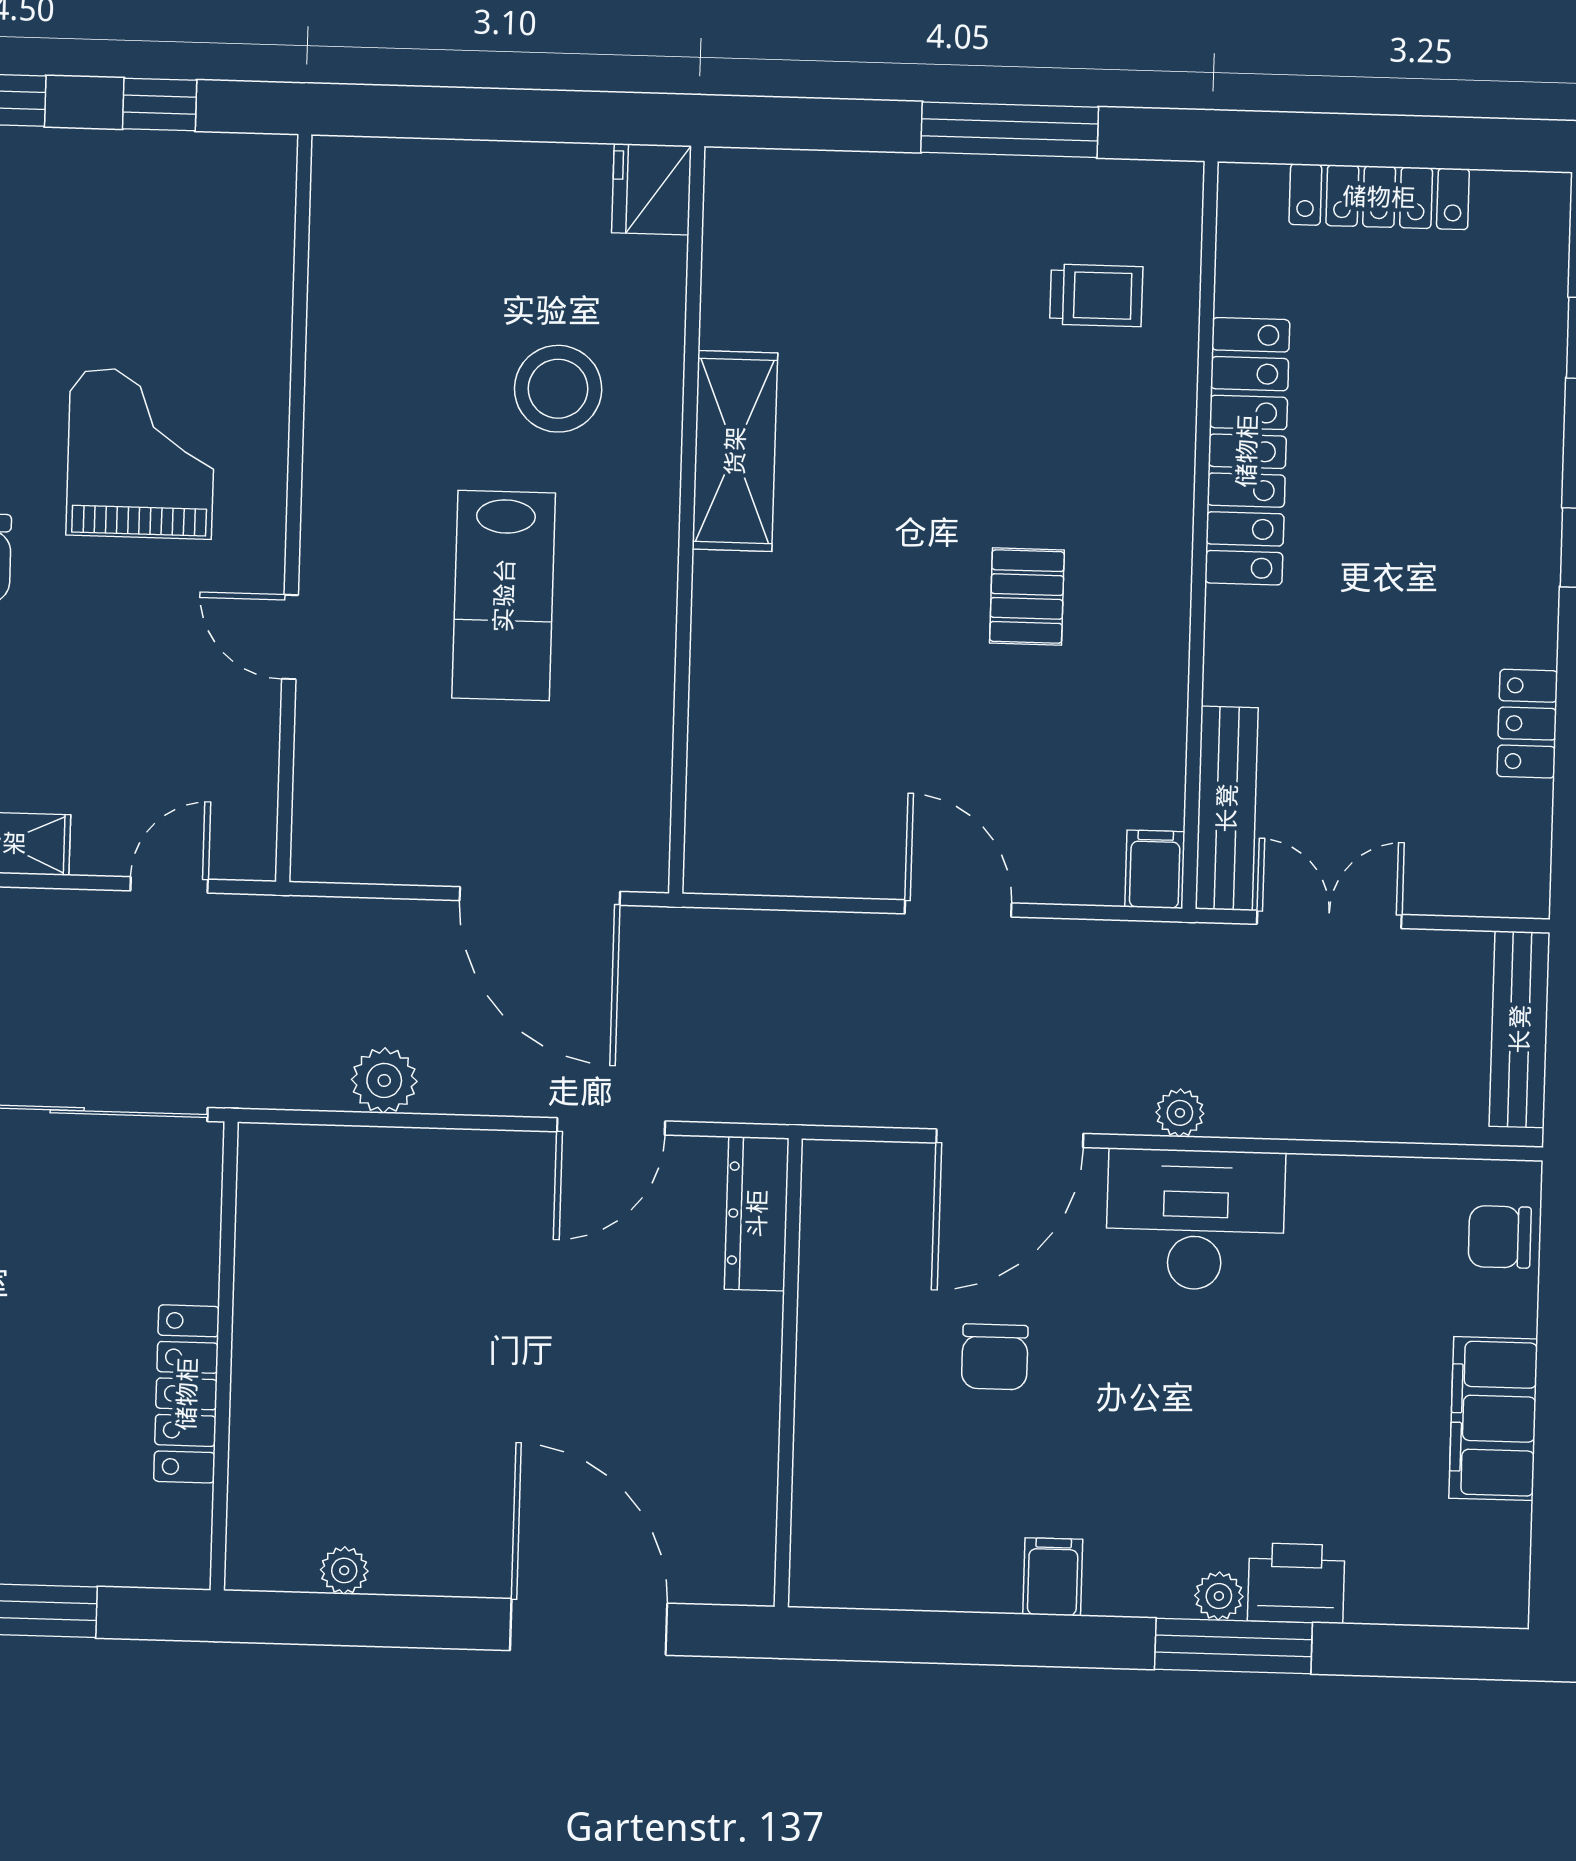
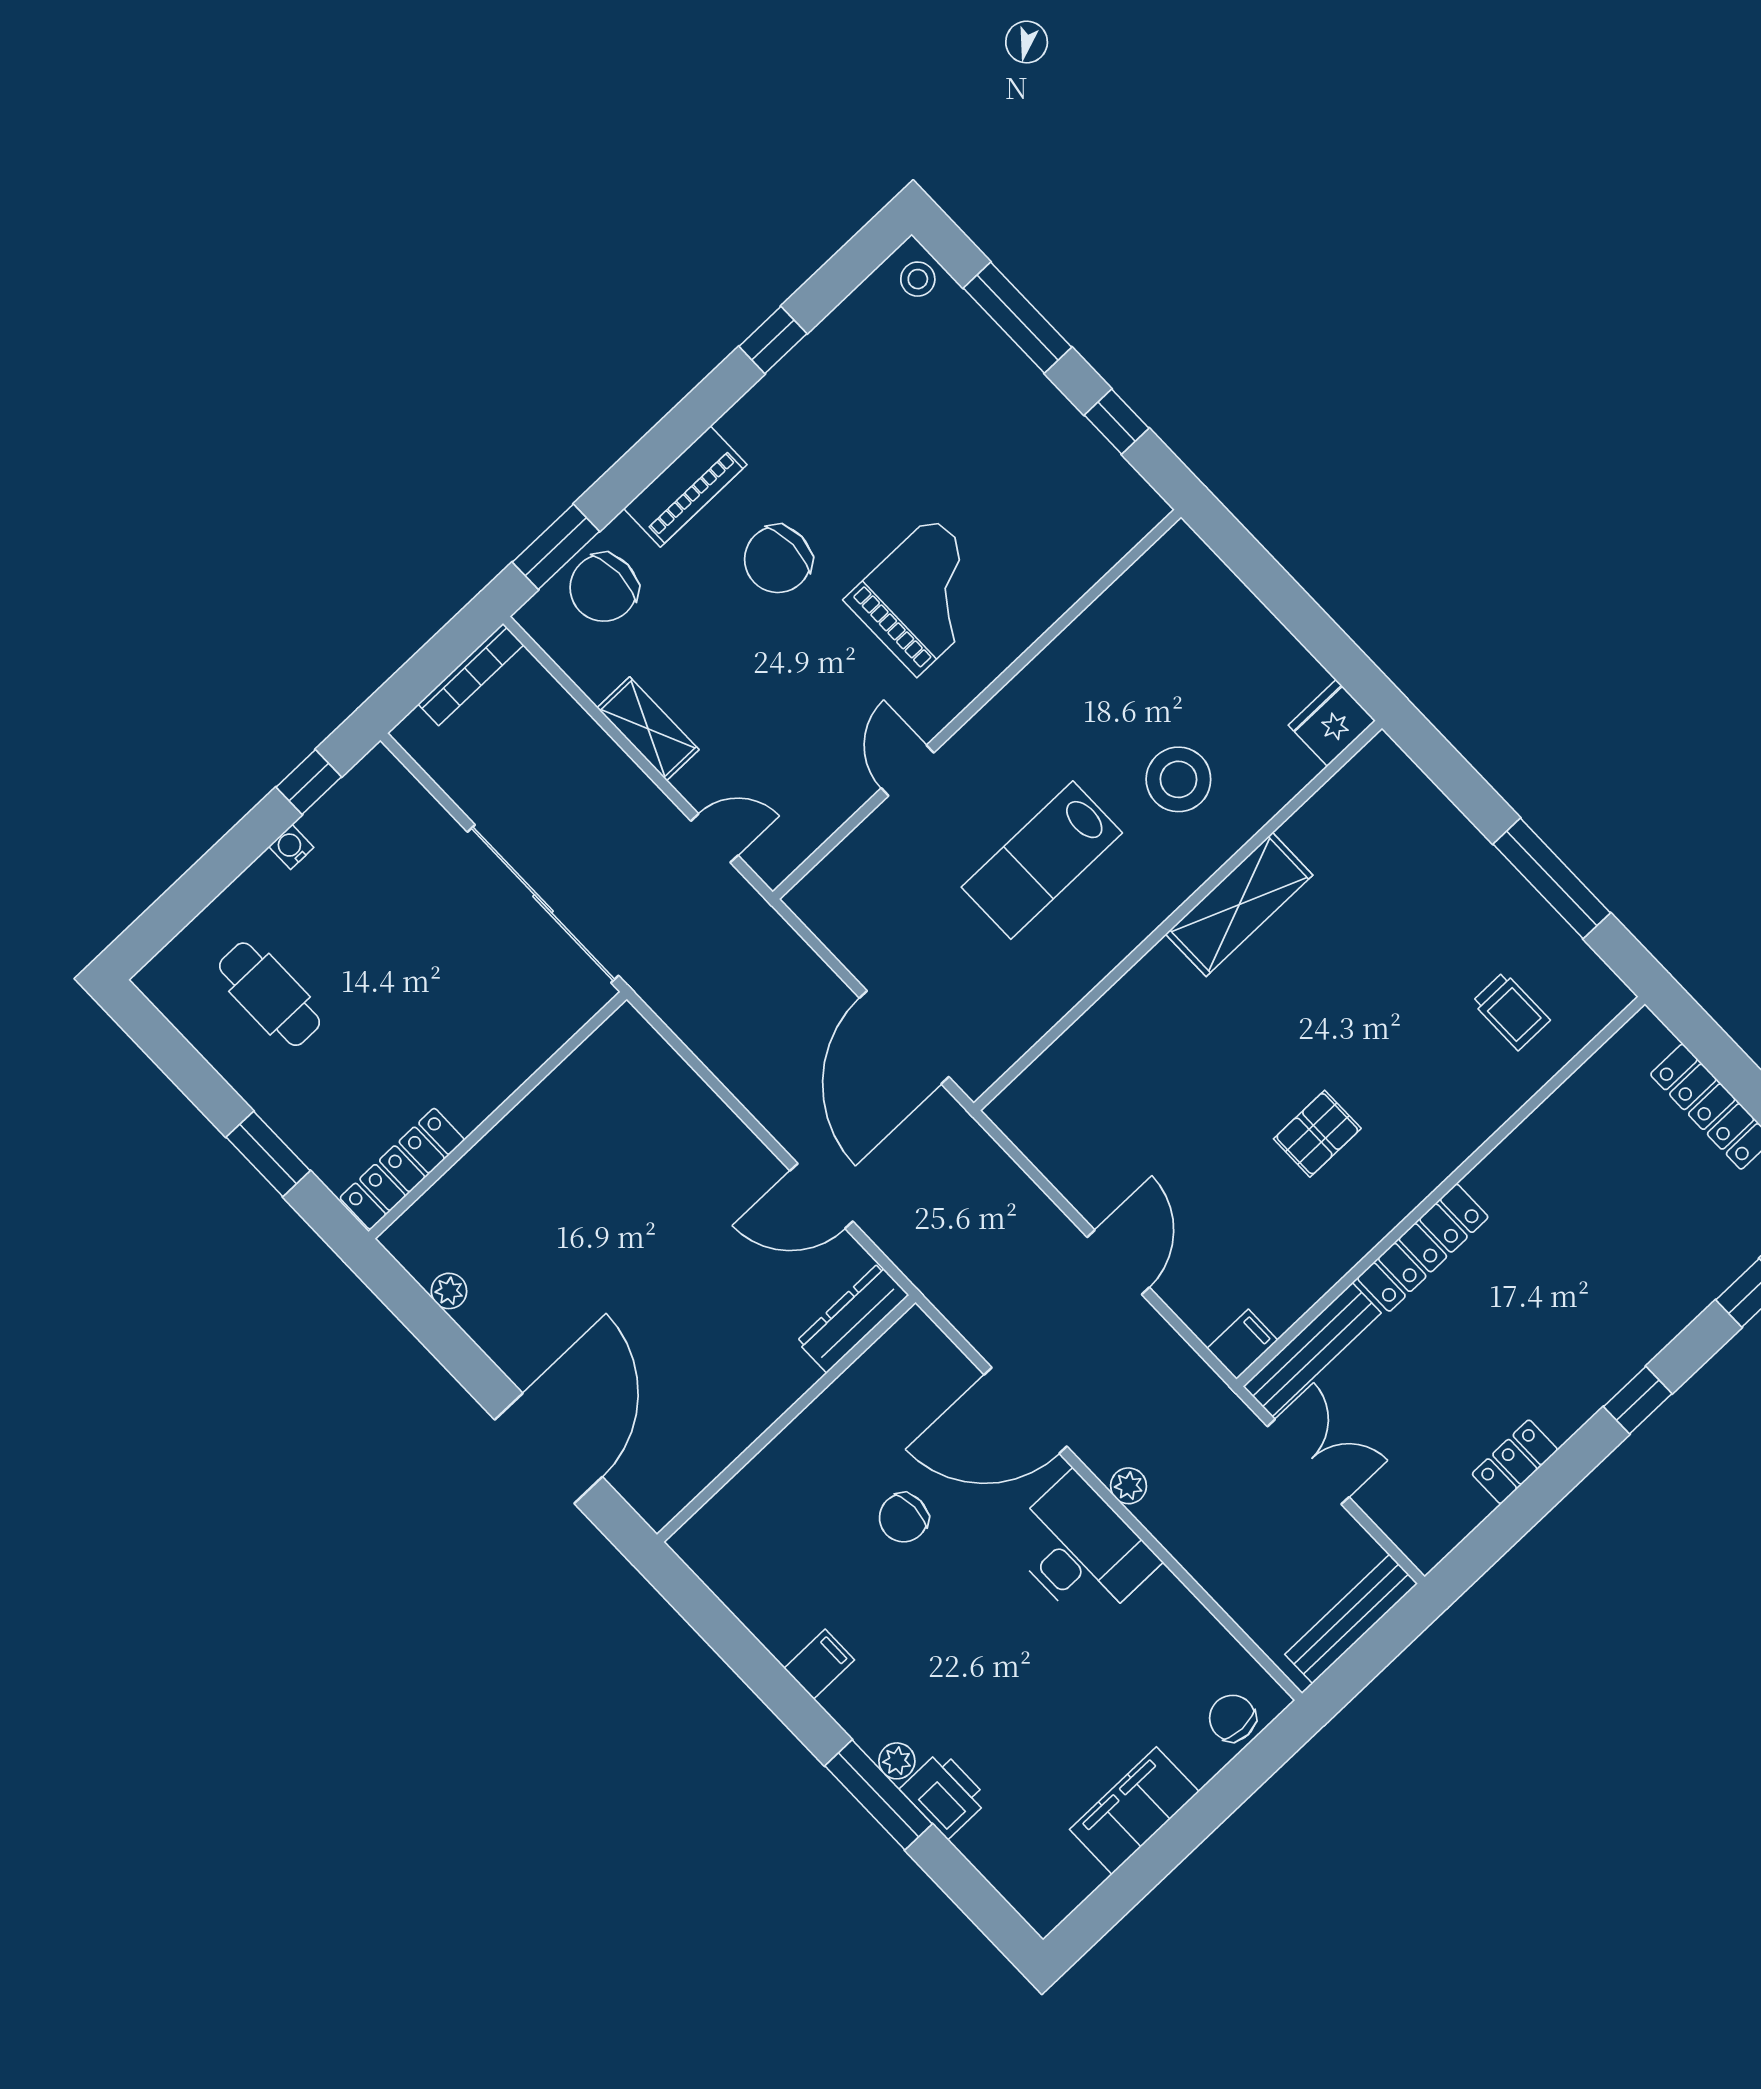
locker: (1247, 451) -> (1423, 1248), moved, width x0.71, depth x0.83
plant: (384, 1080) -> (726, 1053), removed
locker: (187, 1394) -> (402, 1169), moved

